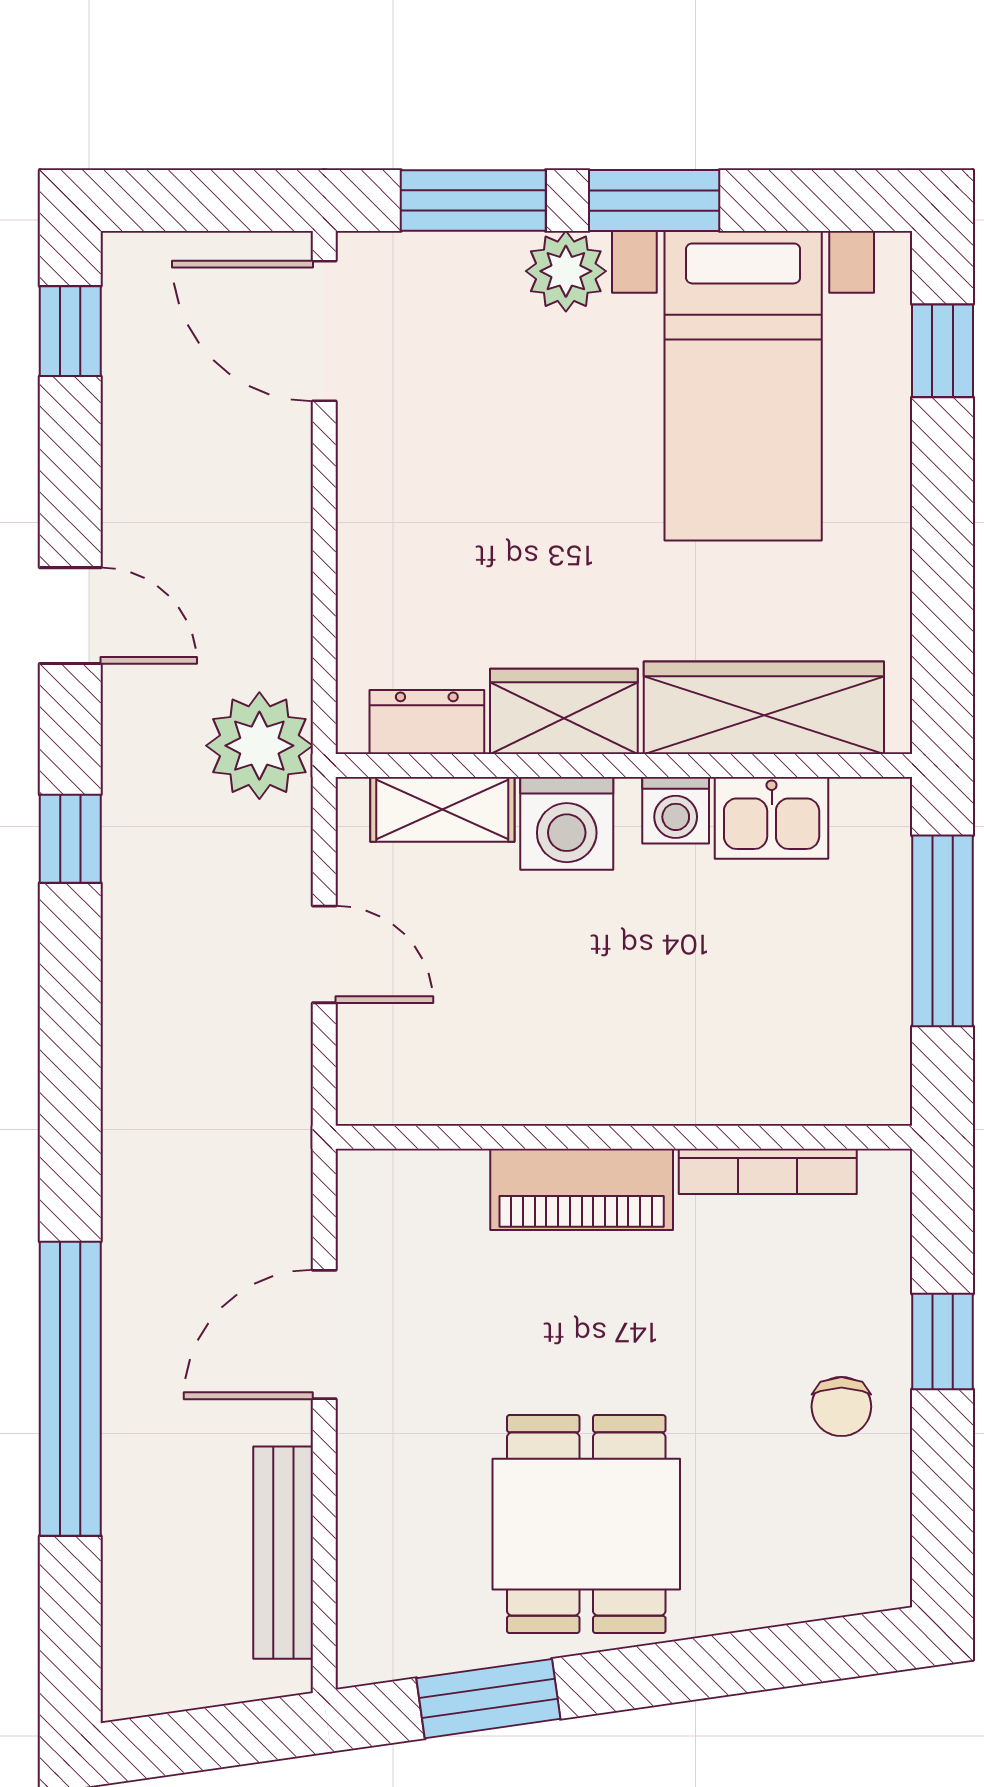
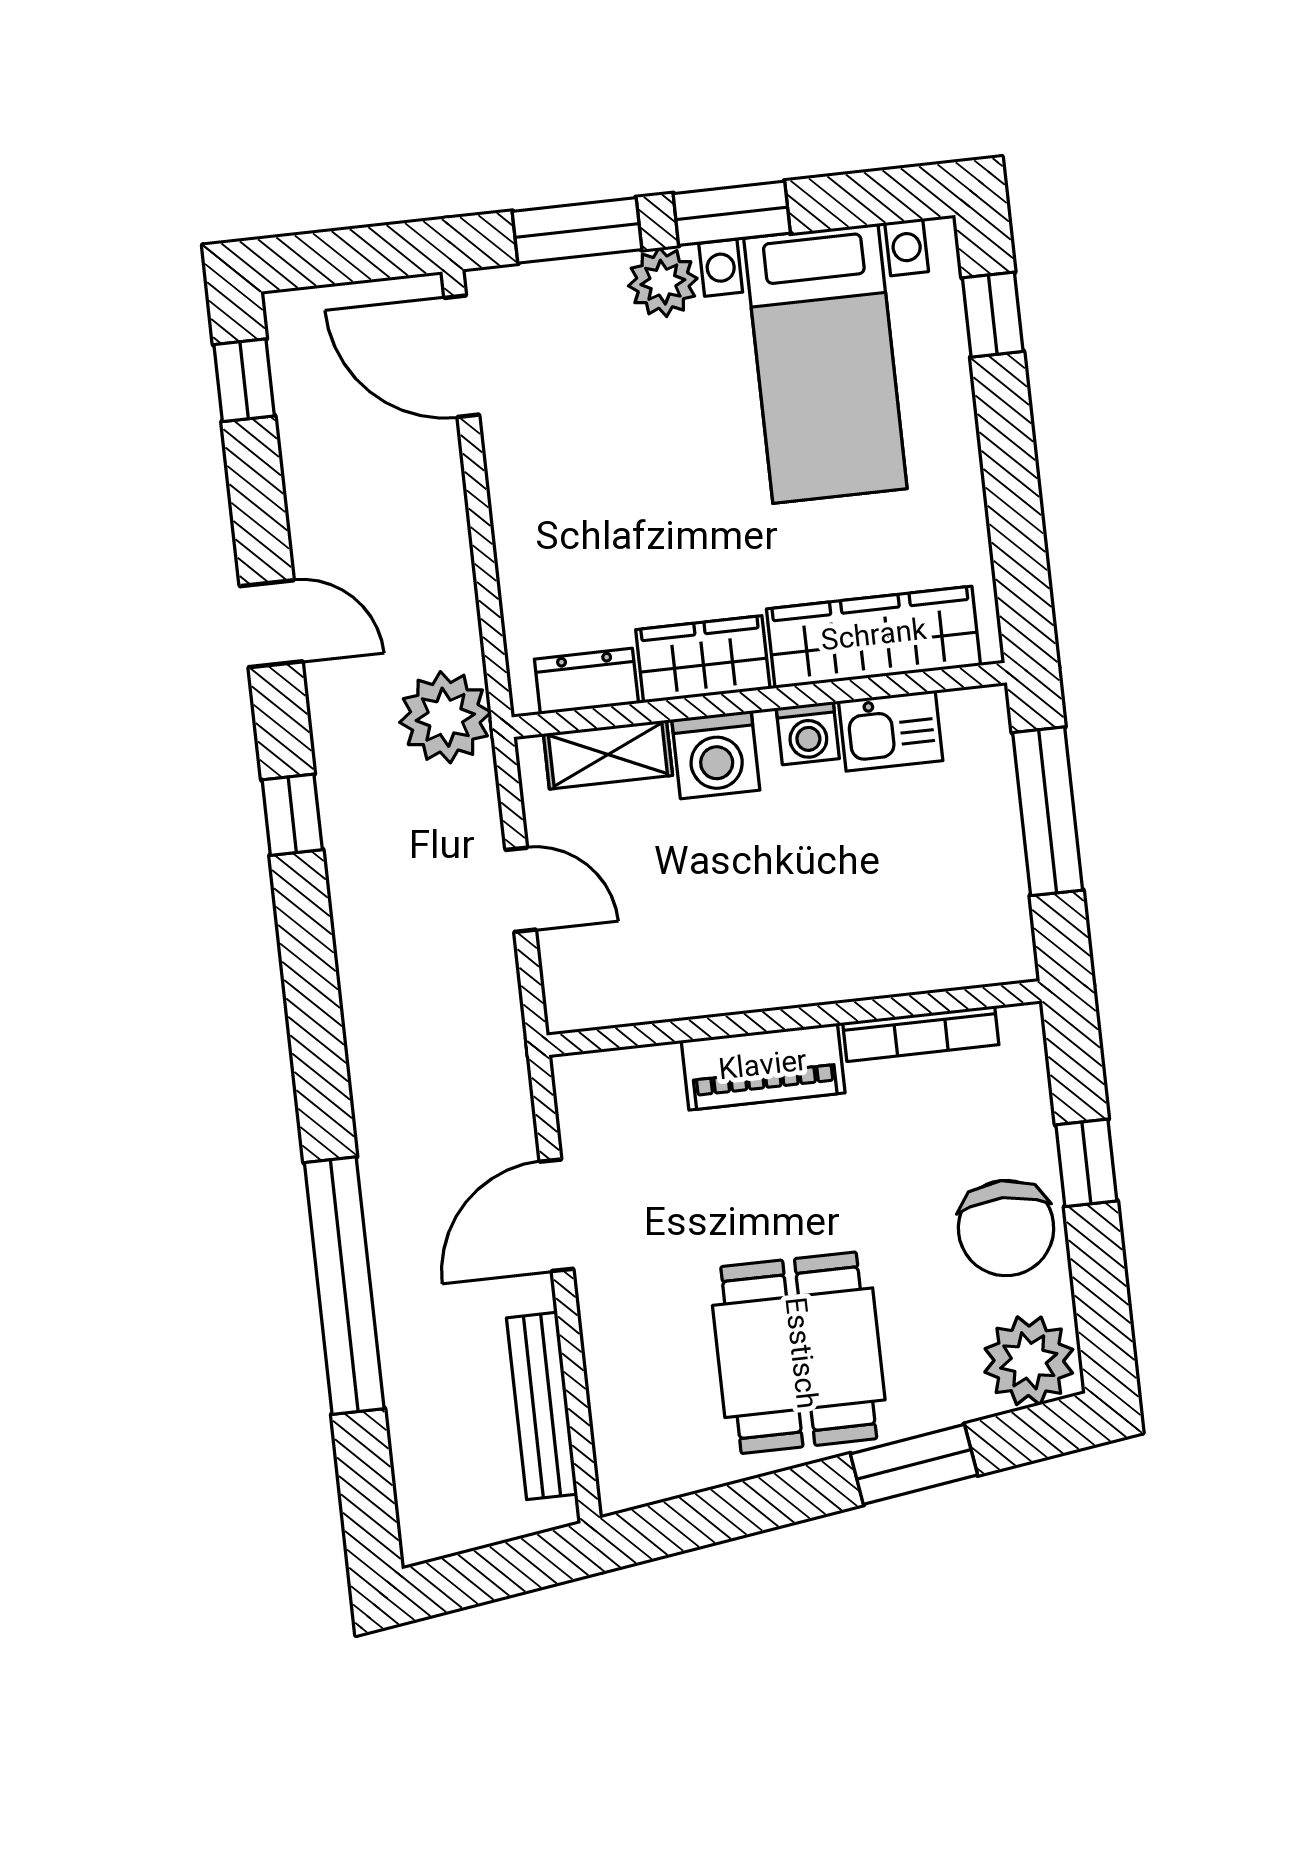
chair: (841, 1407) -> (1006, 1228), width x1.87, depth x1.87
plant: (851, 1563) -> (1029, 1361), added
window: (488, 1699) -> (914, 1464), moved

